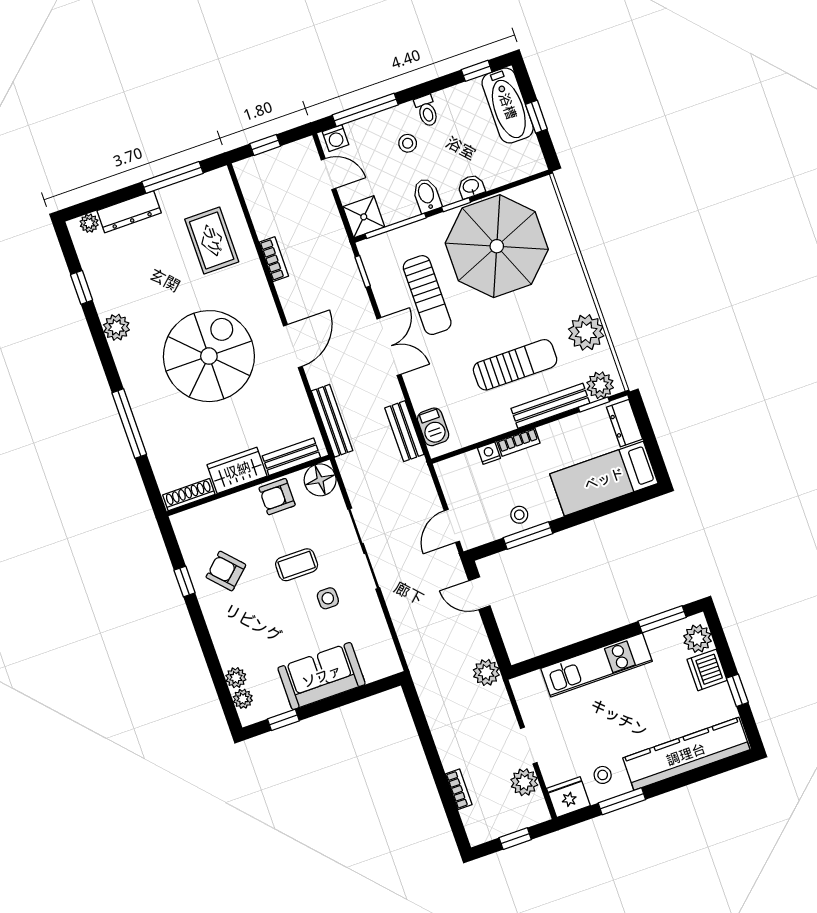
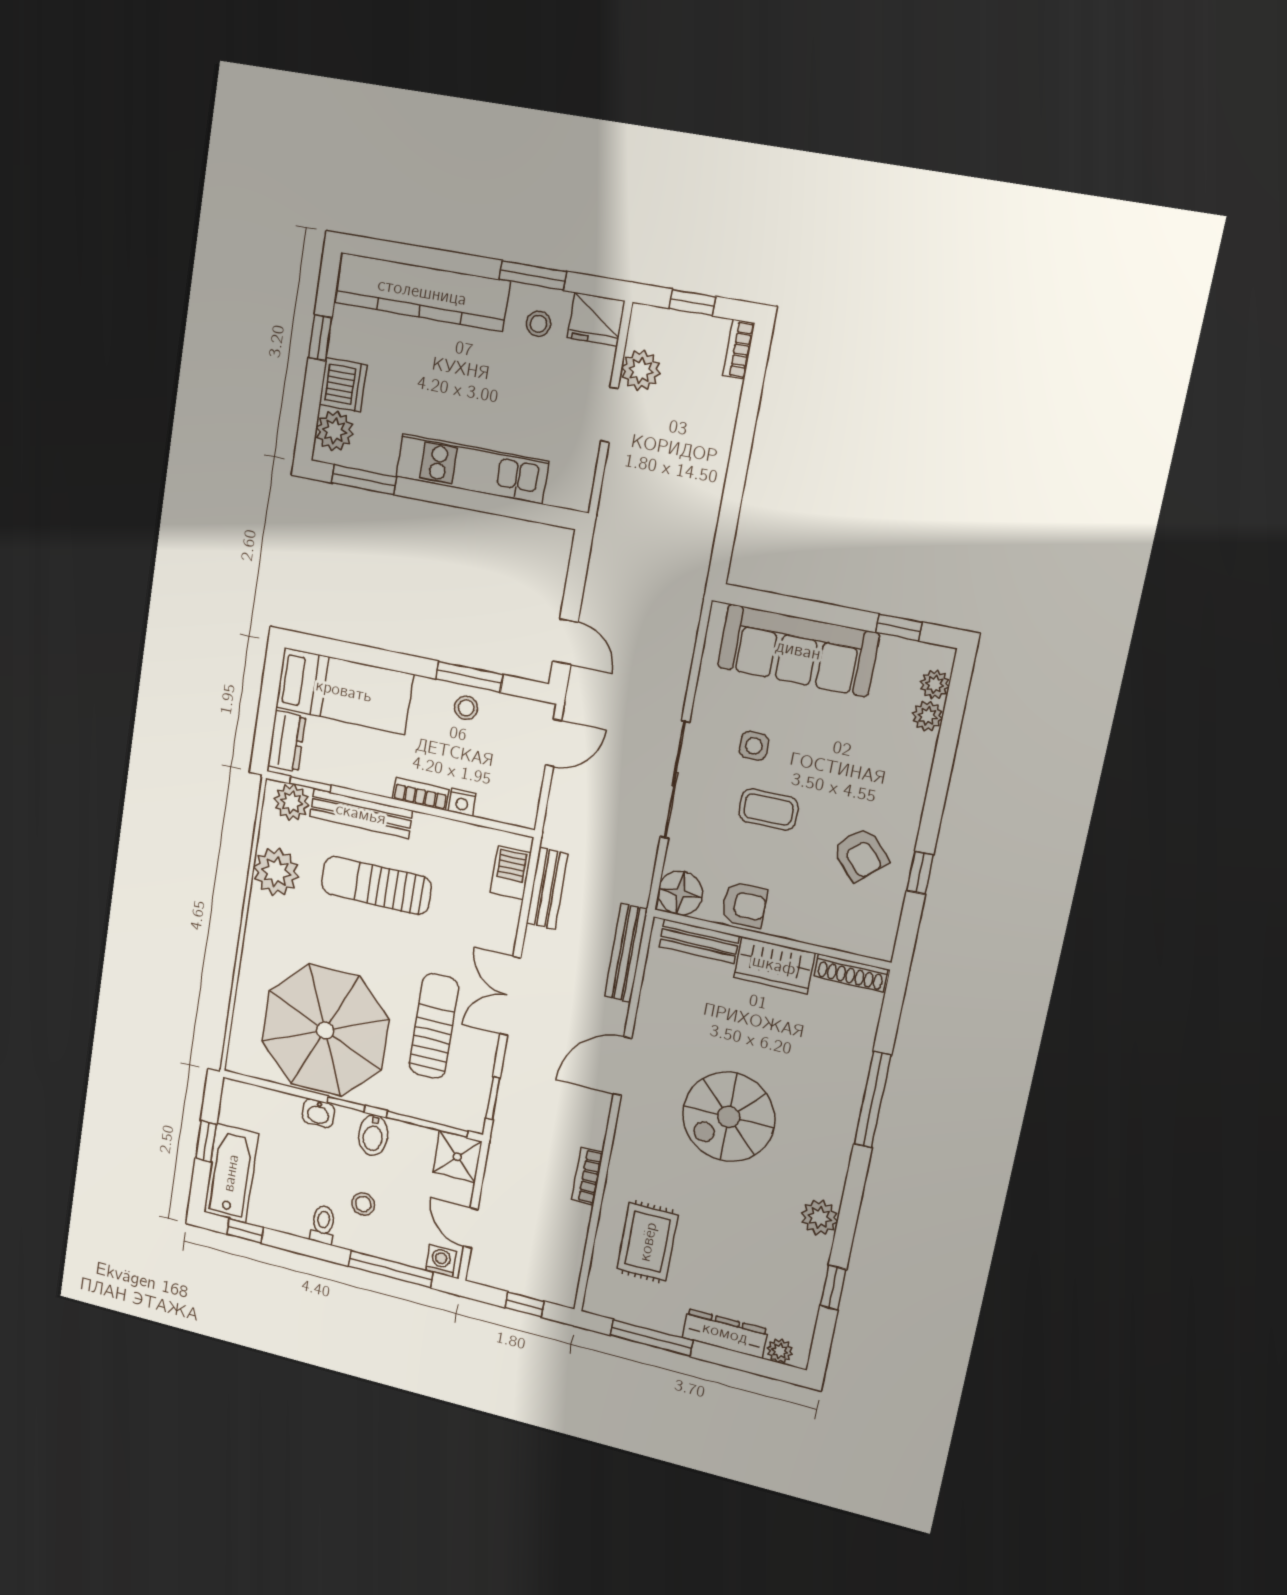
spiral stairs: (209, 356) -> (729, 1117), width x0.73, depth x0.73
plant: (486, 672) -> (611, 538), removed
sofa: (322, 676) -> (798, 650), width x1.36
bookcase: (459, 789) -> (739, 349), moved

